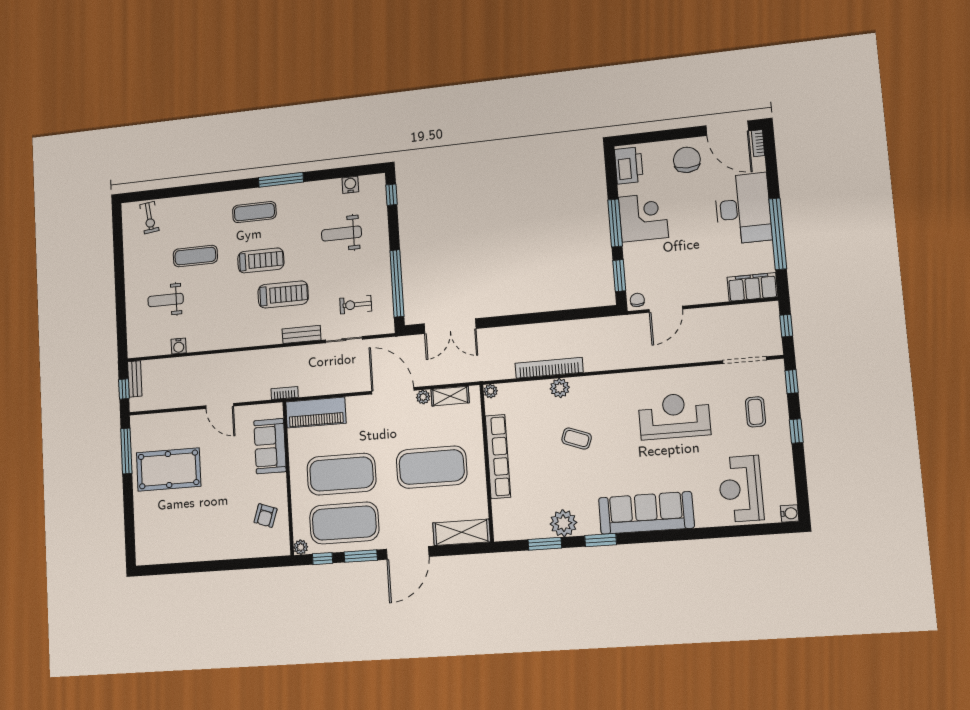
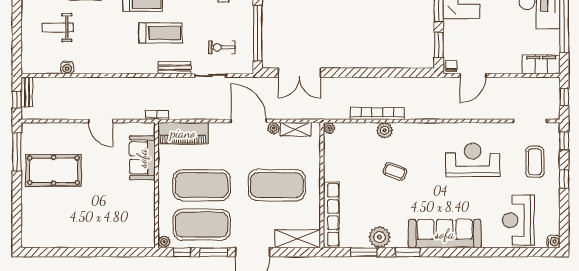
coffee table: (755, 412) -> (535, 162), width x1.36, depth x1.30
row of seats: (498, 456) -> (331, 215), moved
armchair: (265, 516) -> (136, 214), removed

